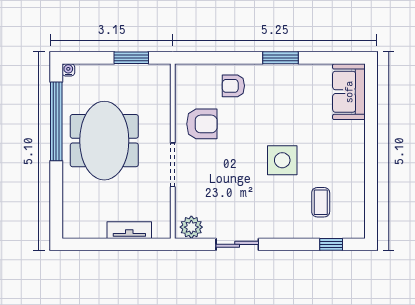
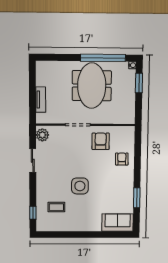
window: (131, 58) -> (139, 83), moved
window: (280, 58) -> (137, 198), moved
armchair: (202, 124) -> (101, 141), turned 180
meeting table: (104, 141) -> (92, 86), turned 90

